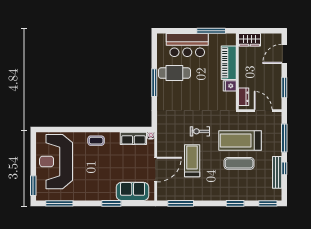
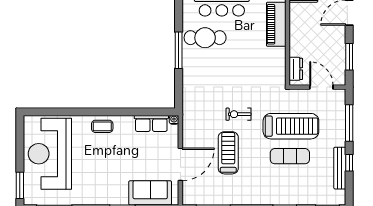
fridge: (230, 86) -> (278, 55), removed
treadmill: (240, 140) -> (291, 126), turned 180

